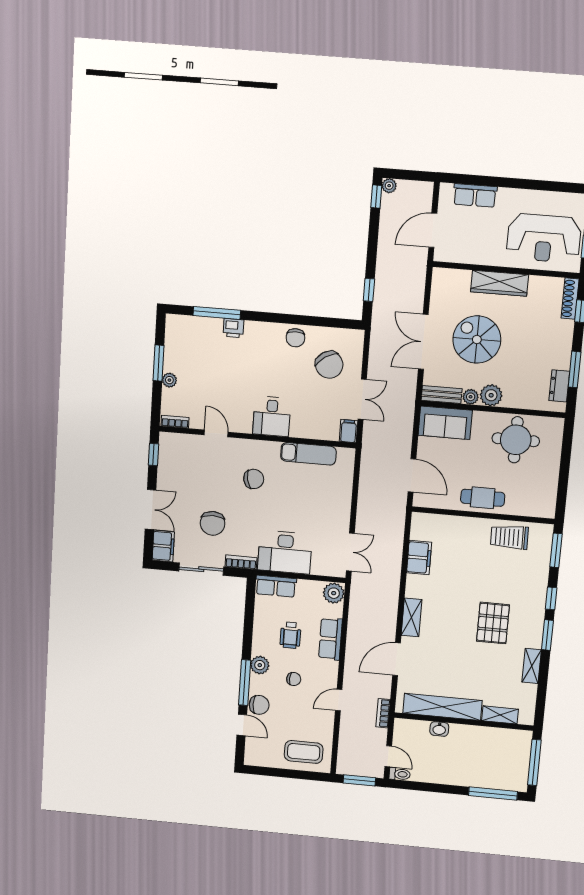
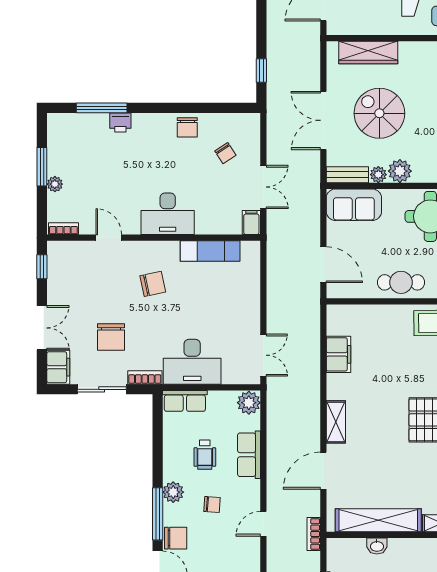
wardrobe: (499, 283) -> (368, 52), moved
chair: (329, 365) -> (225, 153), width x0.54, depth x0.54
desk: (272, 416) -> (168, 214), width x1.37

